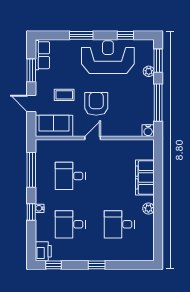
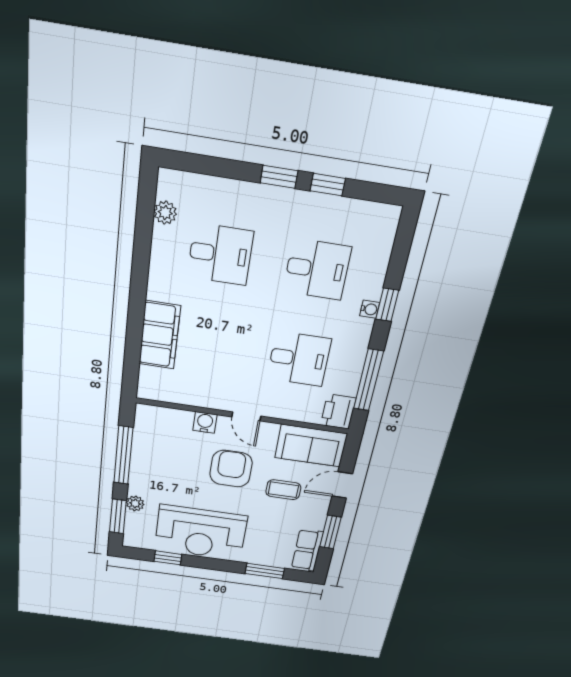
window: (81, 35) -> (265, 571), moved
door: (31, 104) -> (342, 485), swing flipped
armchair: (96, 104) -> (231, 469), turned 180
water cooler: (148, 131) -> (205, 422), moved
door: (93, 138) -> (246, 416), hinge flipped
plant: (148, 208) -> (165, 213), moved
printer: (43, 251) -> (338, 412), moved
window: (53, 265) -> (328, 185), moved

